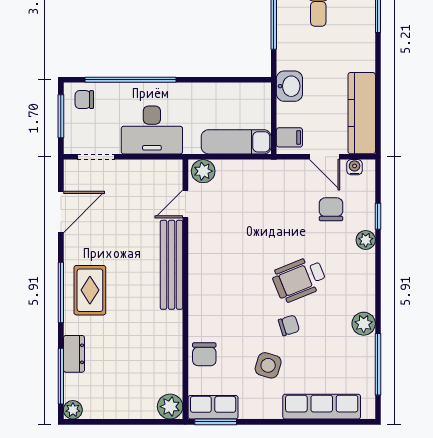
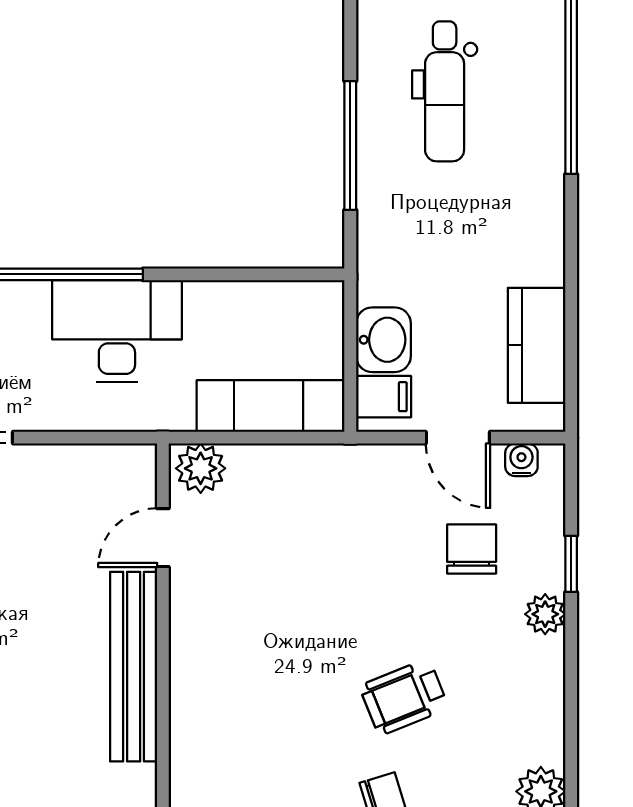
washbasin: (289, 86) -> (383, 340), moved
kitchen counter: (362, 113) -> (537, 345), width x0.67
desk: (152, 130) -> (117, 331), moved, turned 180
wheelchair: (299, 279) -> (404, 697), width x0.73, depth x0.73

